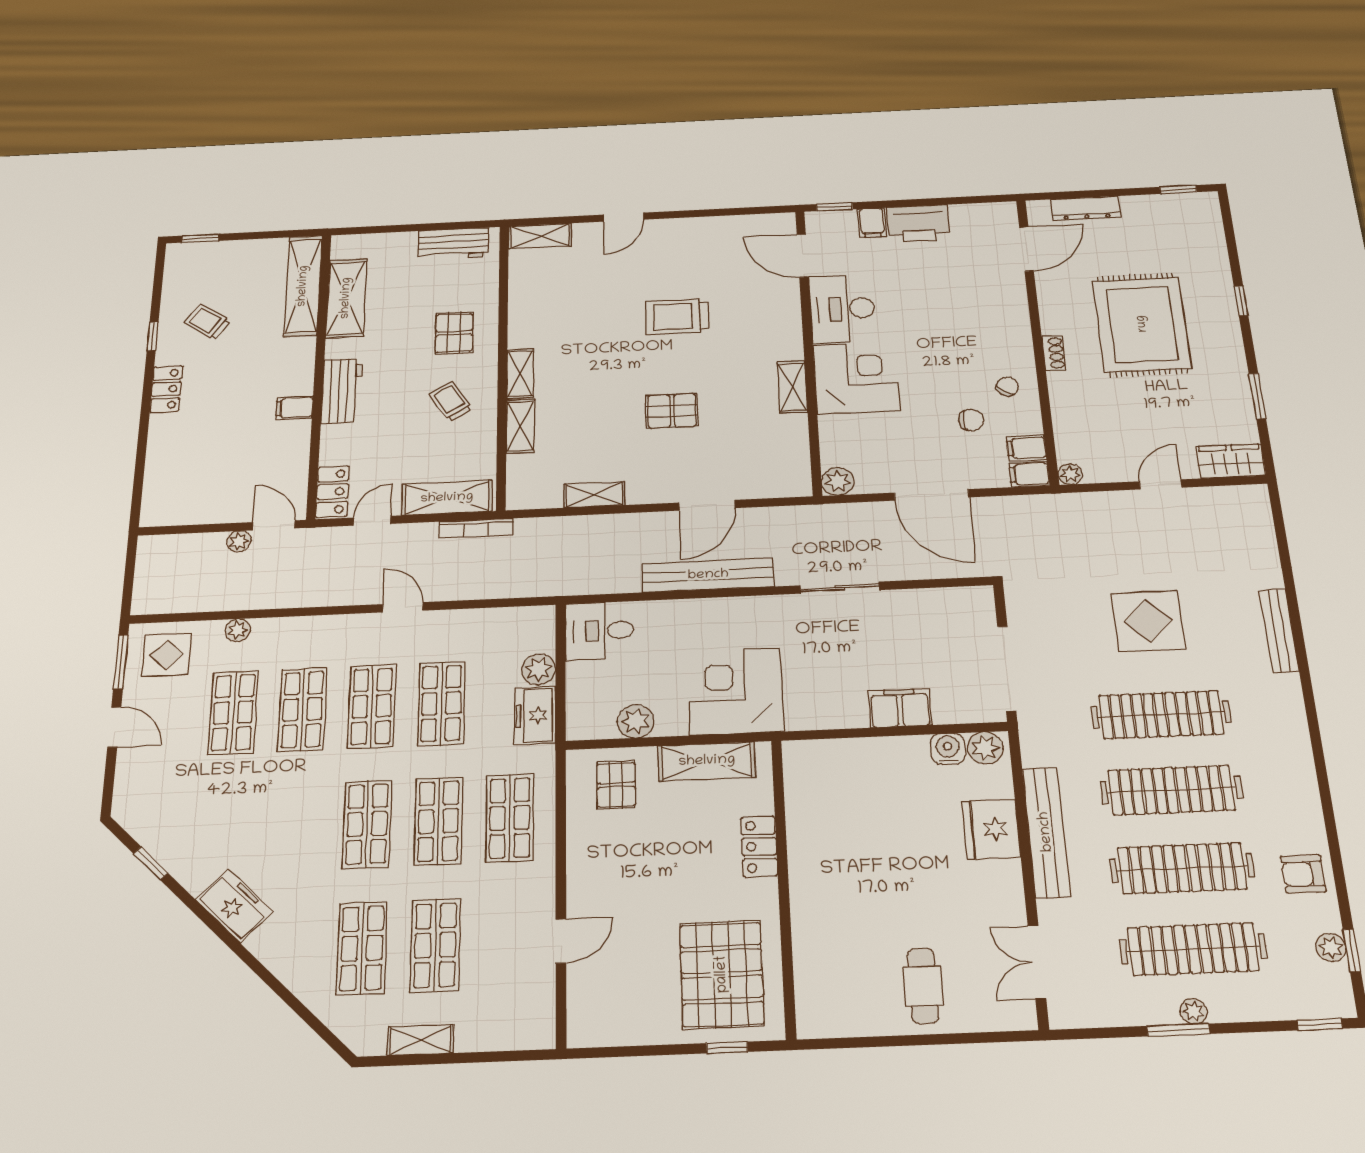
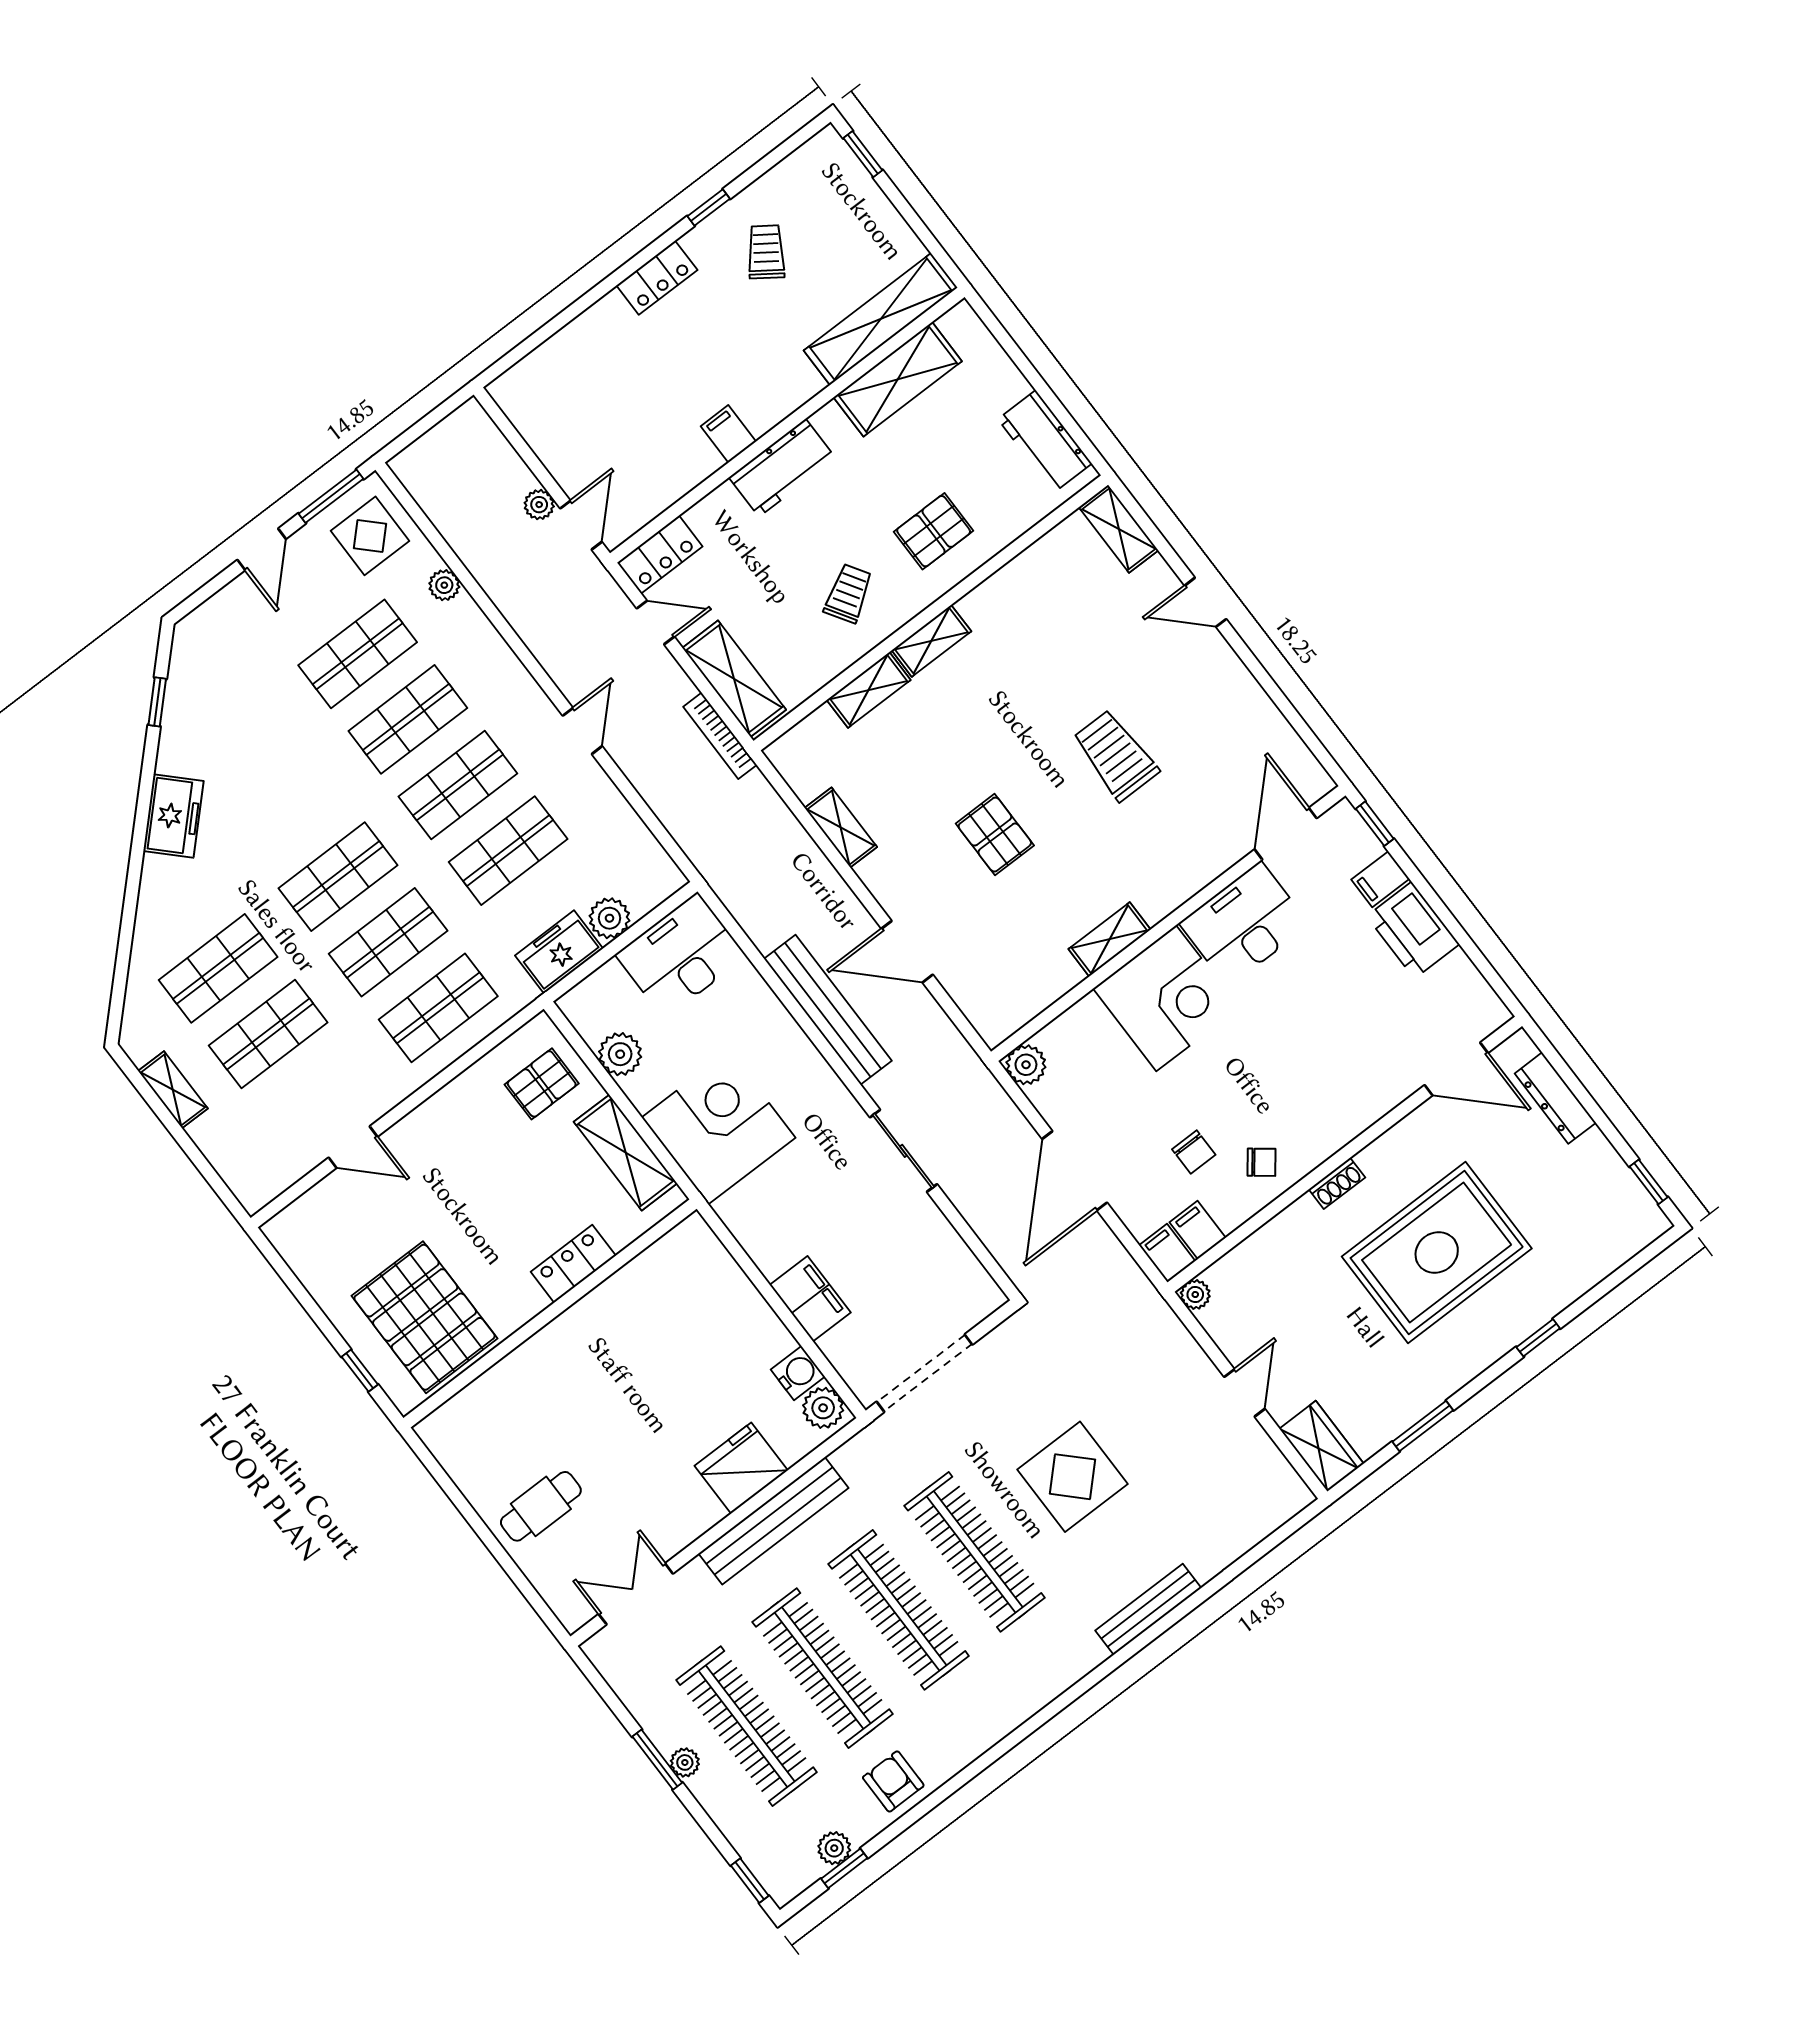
door: (1161, 484) -> (1244, 1393), hinge flipped
desk: (599, 631) -> (681, 955), width x1.37
pallet: (722, 974) -> (425, 1317), turned 90

